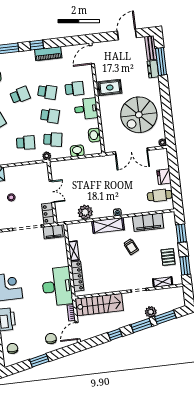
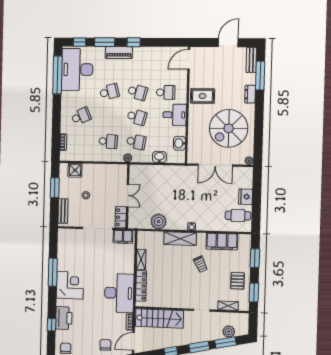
piano: (48, 54) -> (119, 53), moved
dresser: (153, 69) -> (250, 94), moved
plant: (151, 312) -> (229, 332), moved

